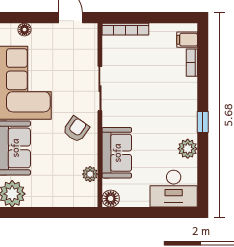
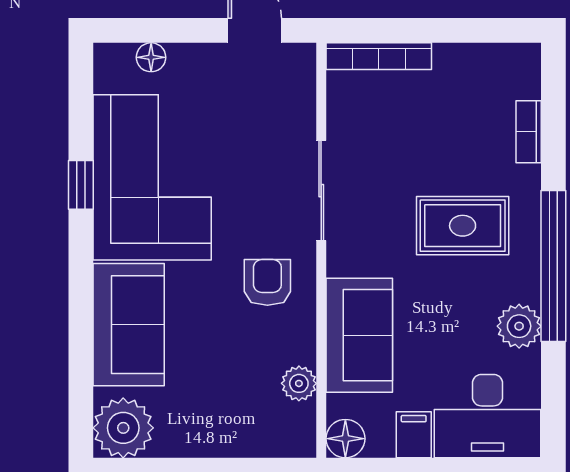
filing cabinet: (187, 40) -> (414, 435), moved, turned 90
rug: (163, 104) -> (463, 226), added
window: (203, 122) -> (553, 266), width x3.17
armchair: (76, 129) -> (267, 282), turned -35

